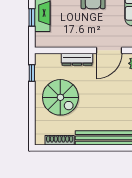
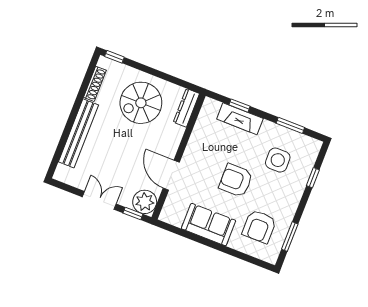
dresser: (77, 59) -> (186, 108), moved
window: (32, 73) -> (114, 57), moved

